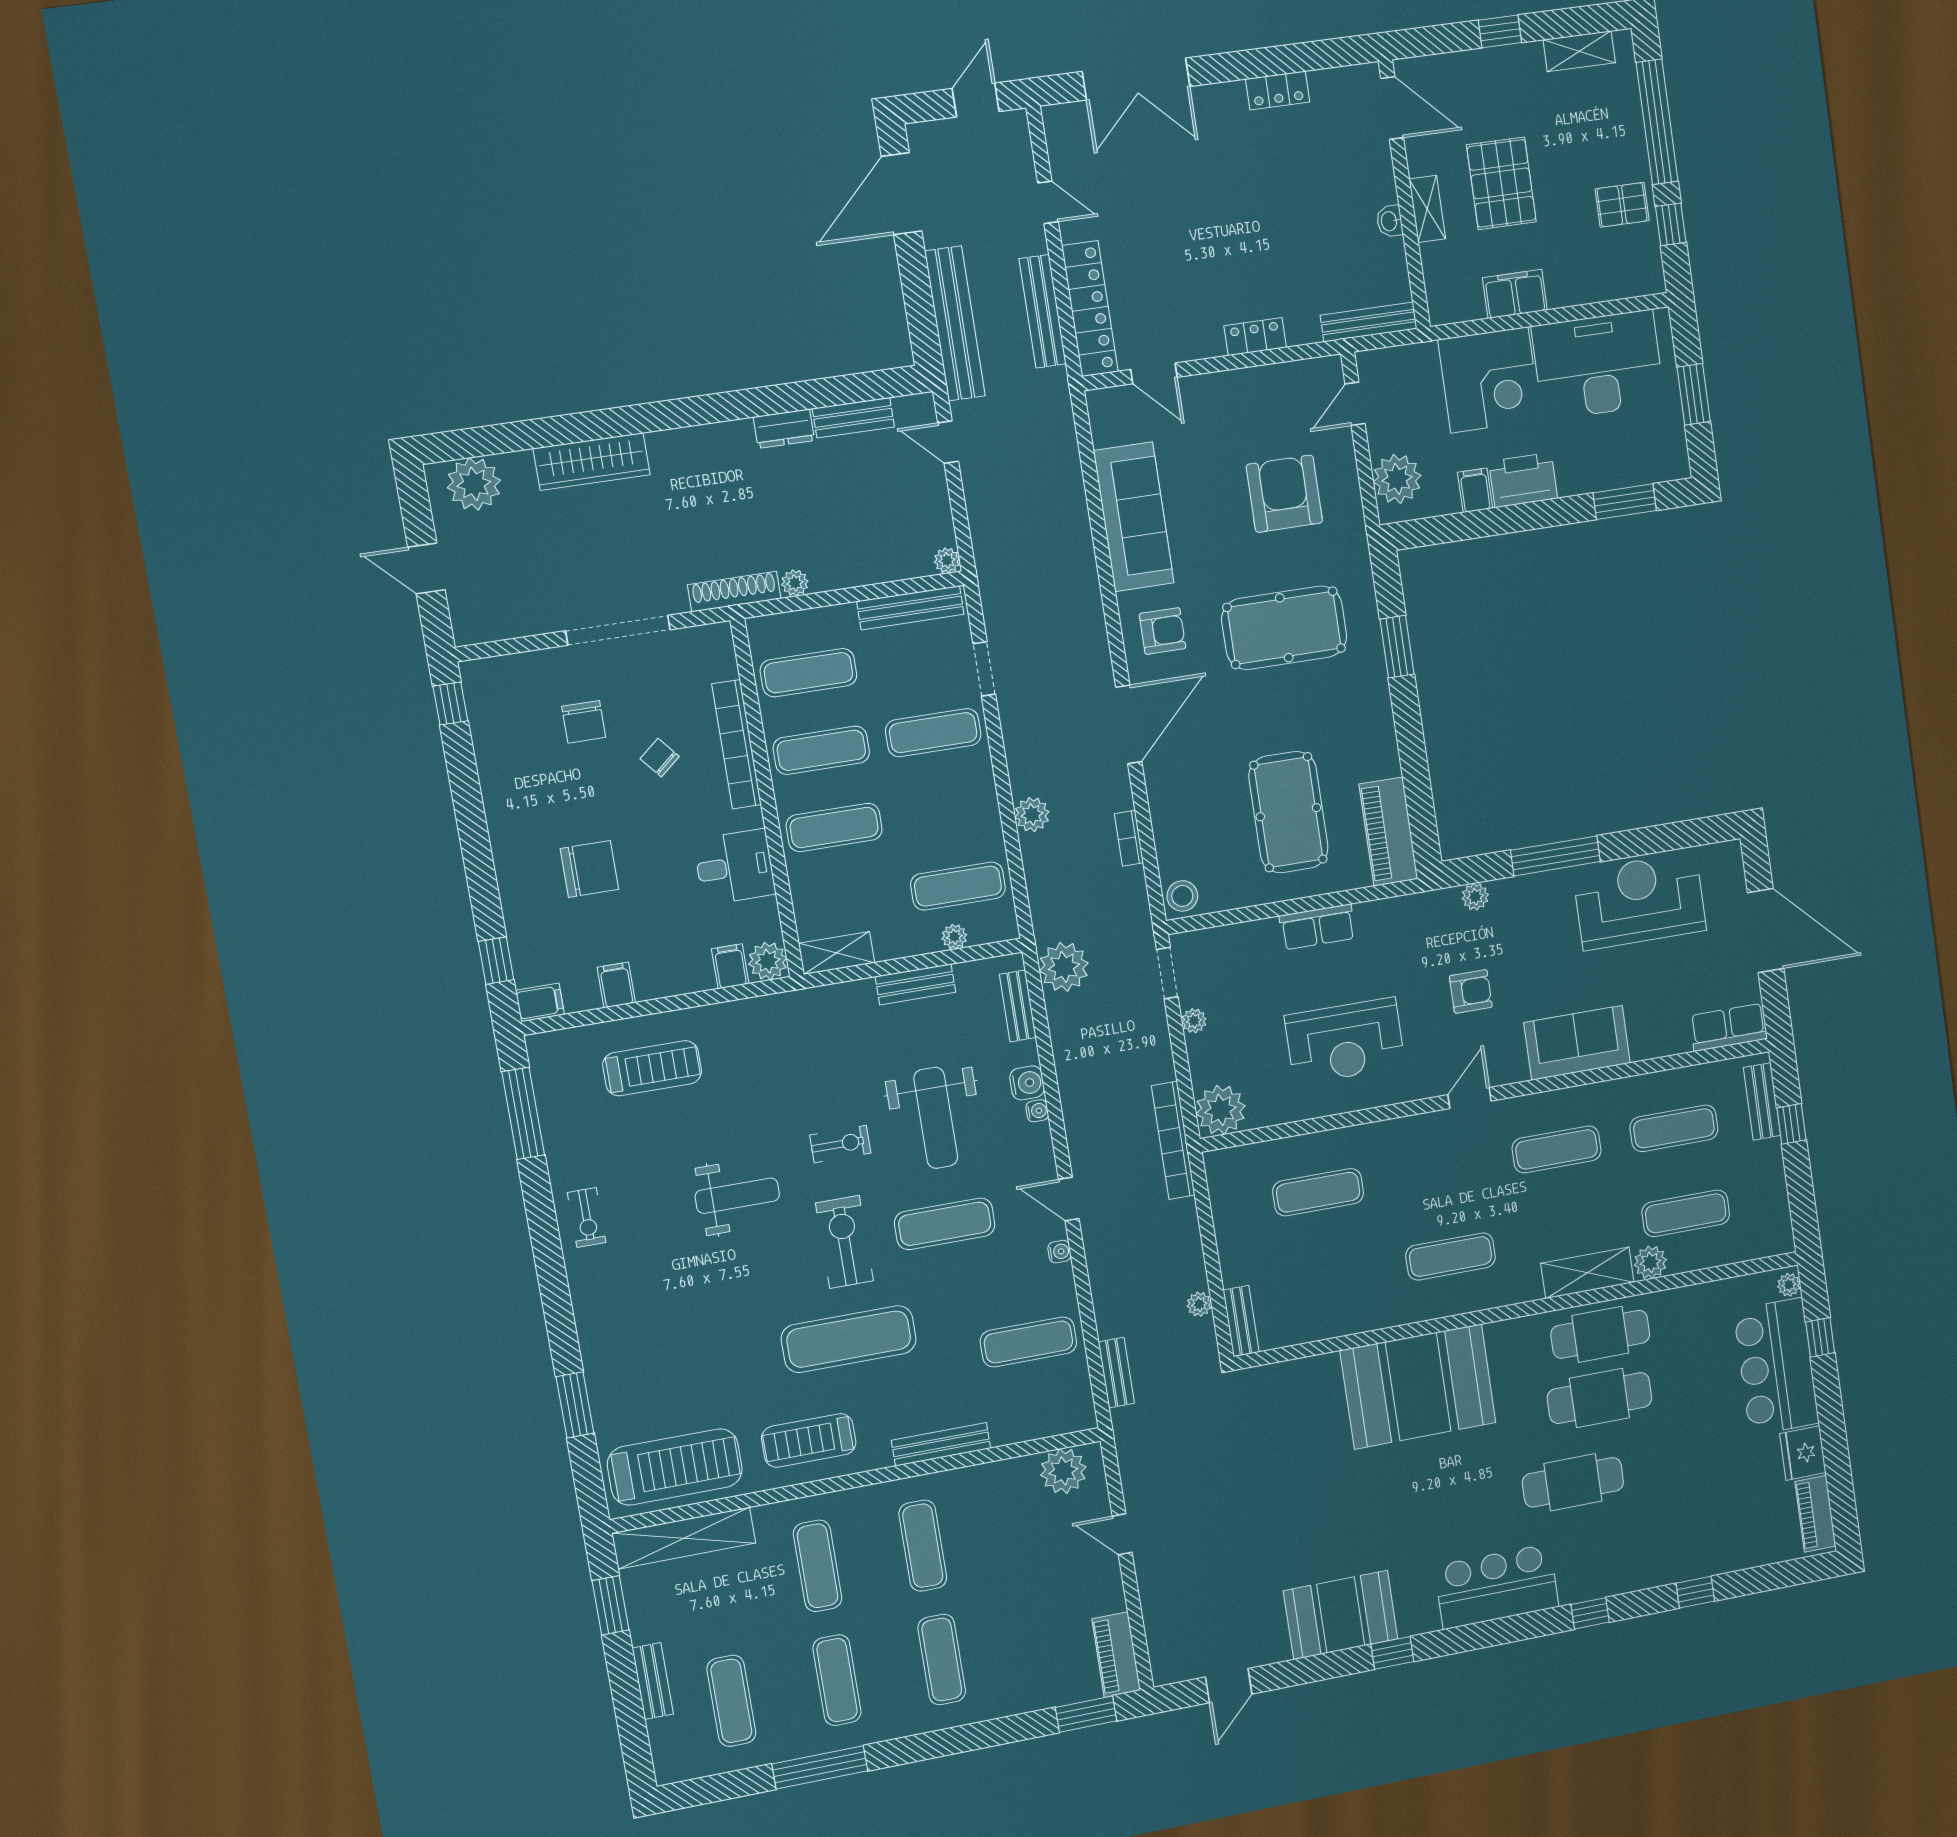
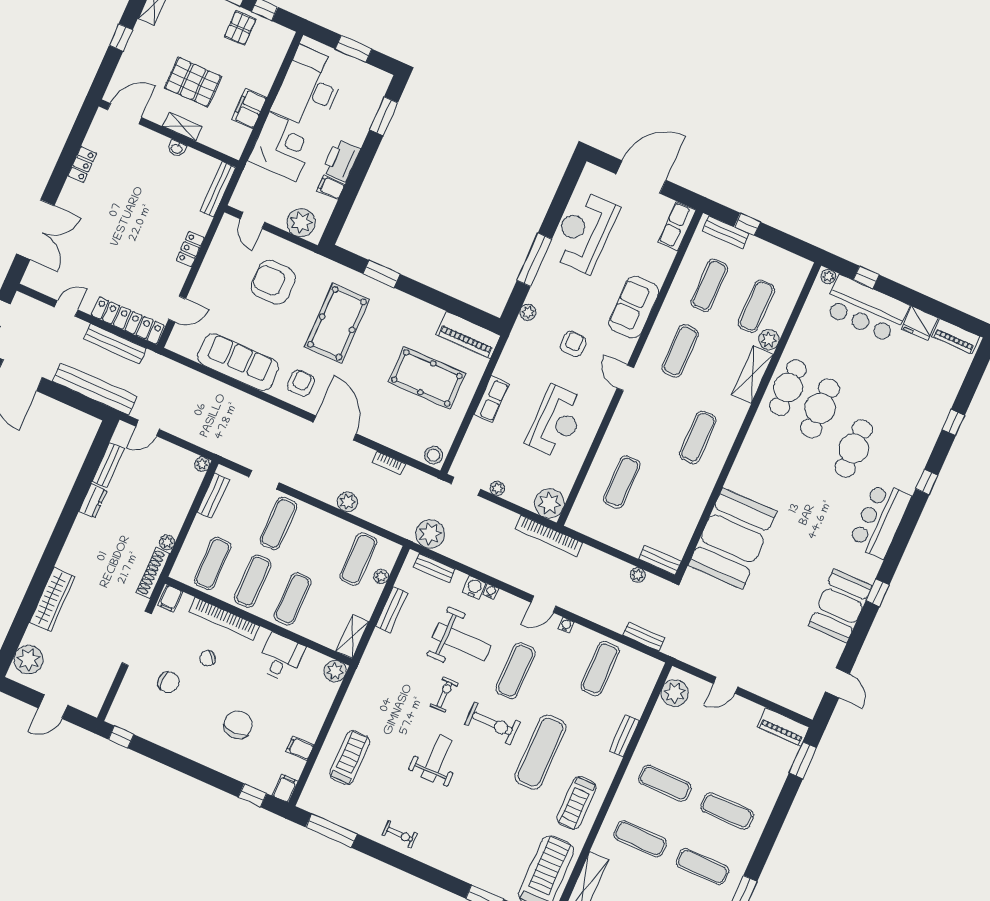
bench: (910, 608) -> (213, 496), width x0.73
filing cabinet: (730, 966) -> (170, 598), moved, turned -90
exercise bike: (844, 1242) -> (492, 723), turned 180
booth: (1418, 1387) -> (732, 539), moved
bench: (941, 1444) -> (624, 736), width x0.73

